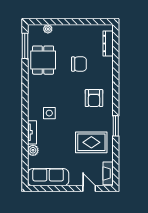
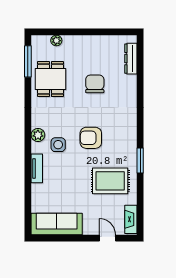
chair: (79, 64) -> (95, 84), turned -90
armchair: (94, 98) -> (91, 138), moved, turned 90
plant: (33, 150) -> (38, 135), moved

